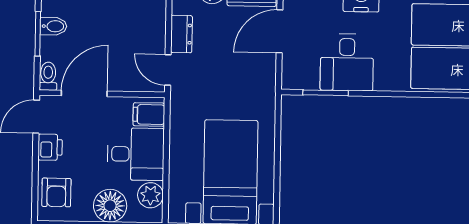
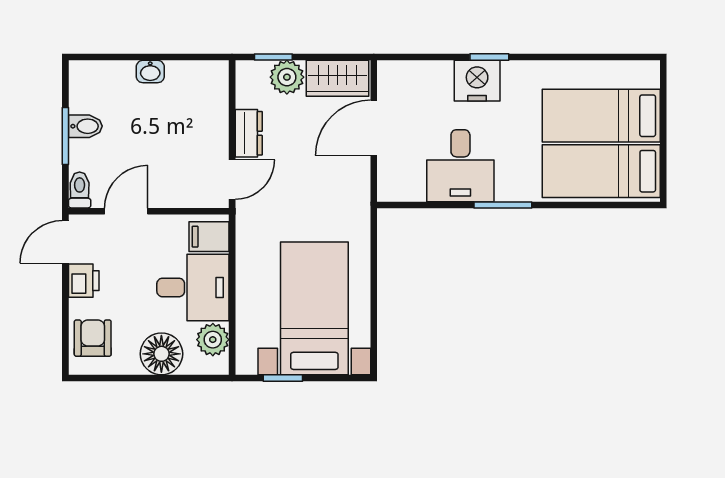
door: (168, 70) -> (232, 179), swing flipped
door: (84, 93) -> (126, 211), width x0.73
window: (326, 93) -> (503, 205), moved
armchair: (56, 192) -> (93, 338), turned 180

